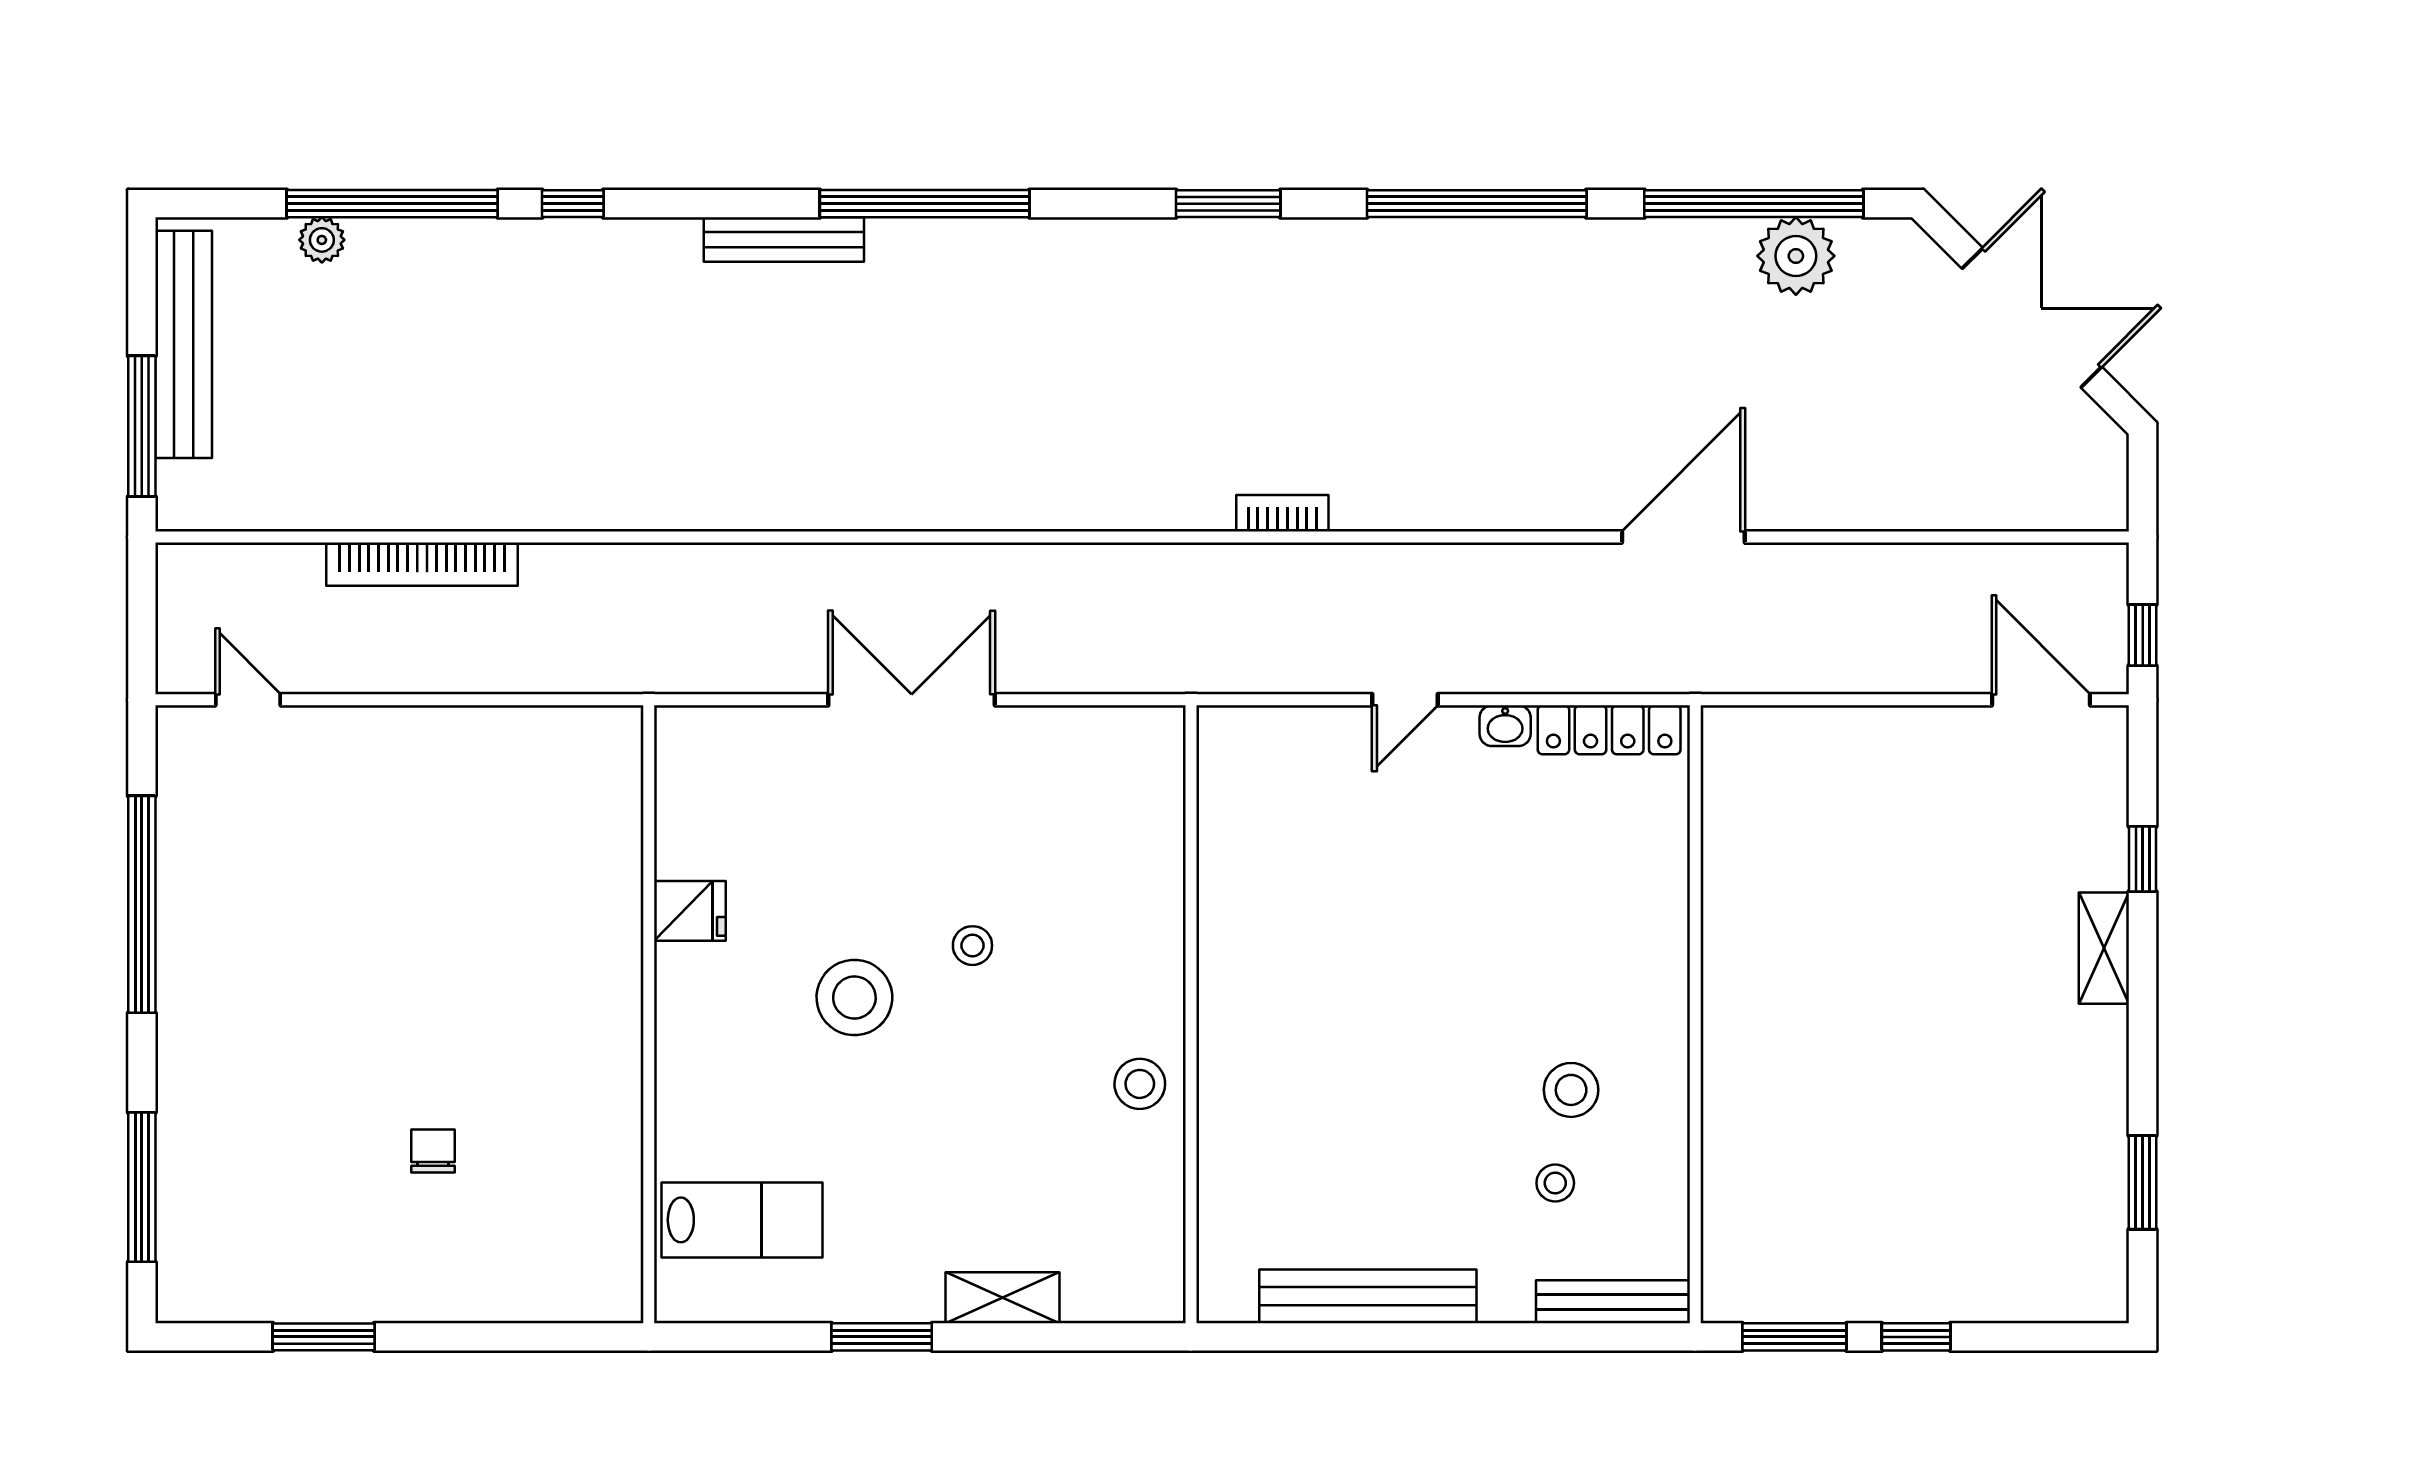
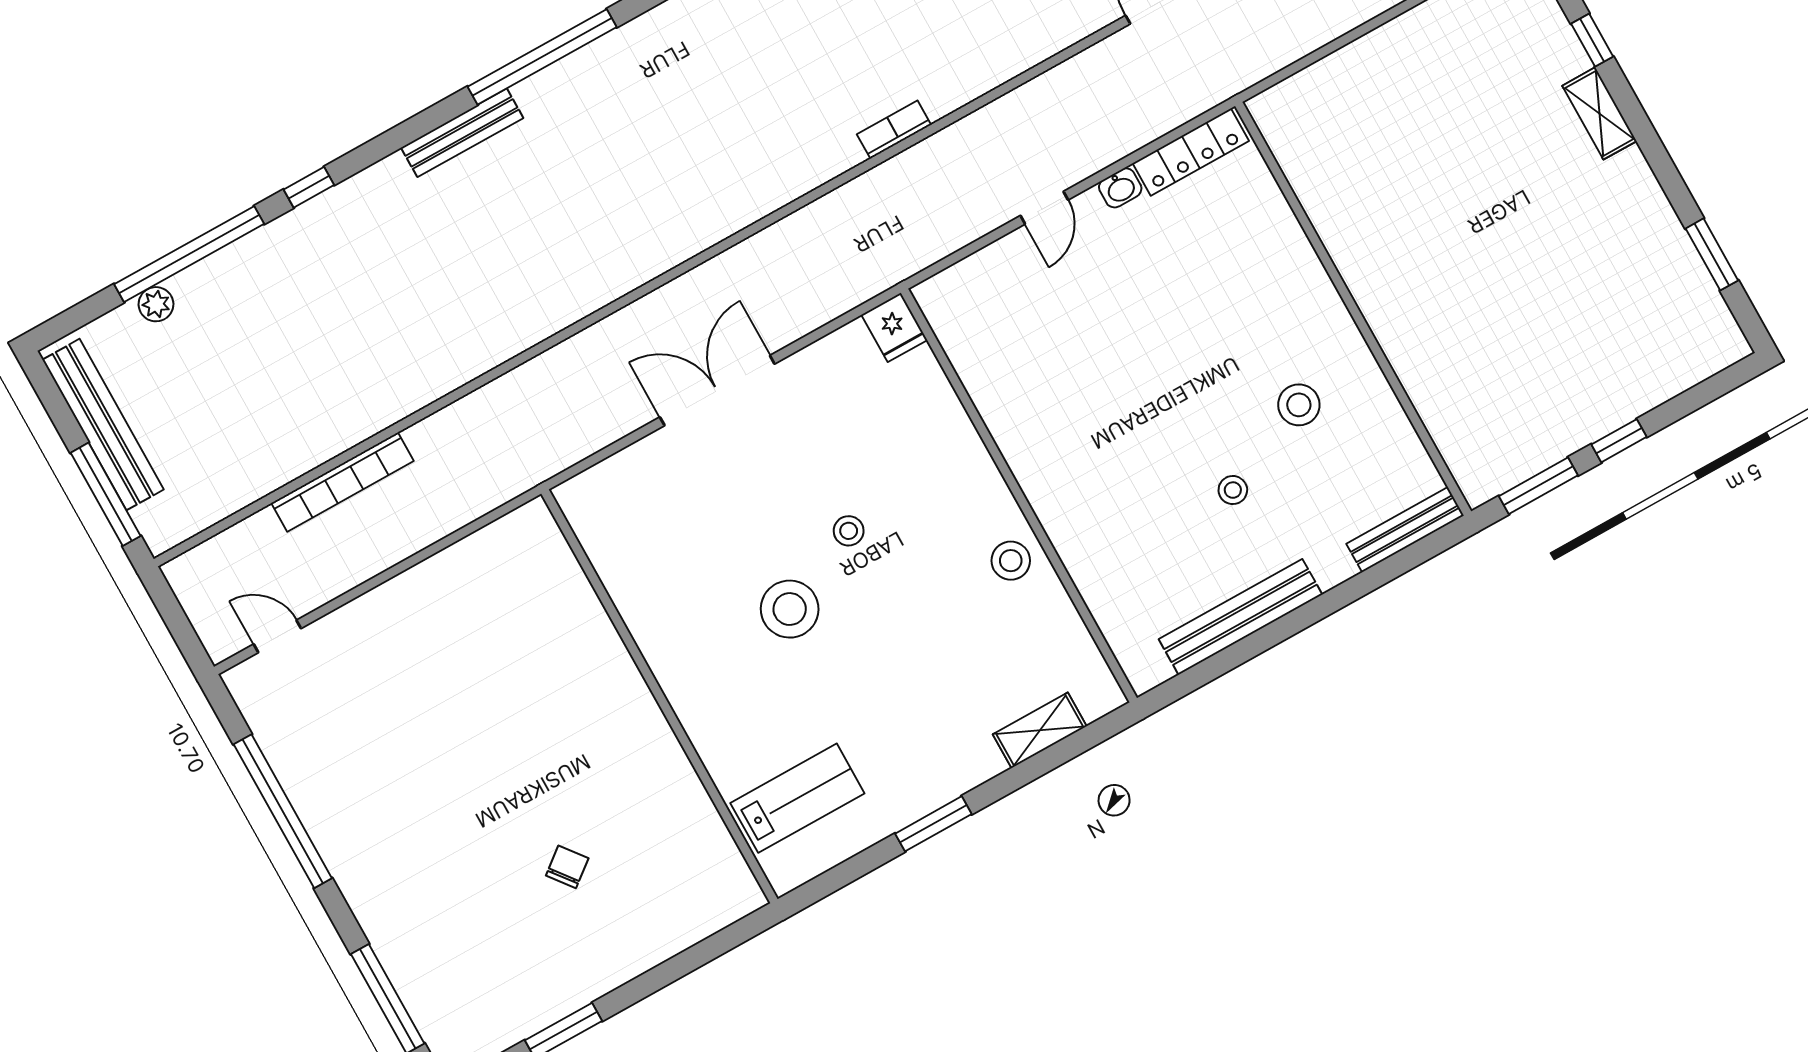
fridge: (690, 911) -> (894, 327), moved, turned 90
chair: (433, 1151) -> (567, 867), turned 52
stool: (1555, 1183) -> (1233, 490), moved
shelving: (1003, 1298) -> (1040, 730), moved

